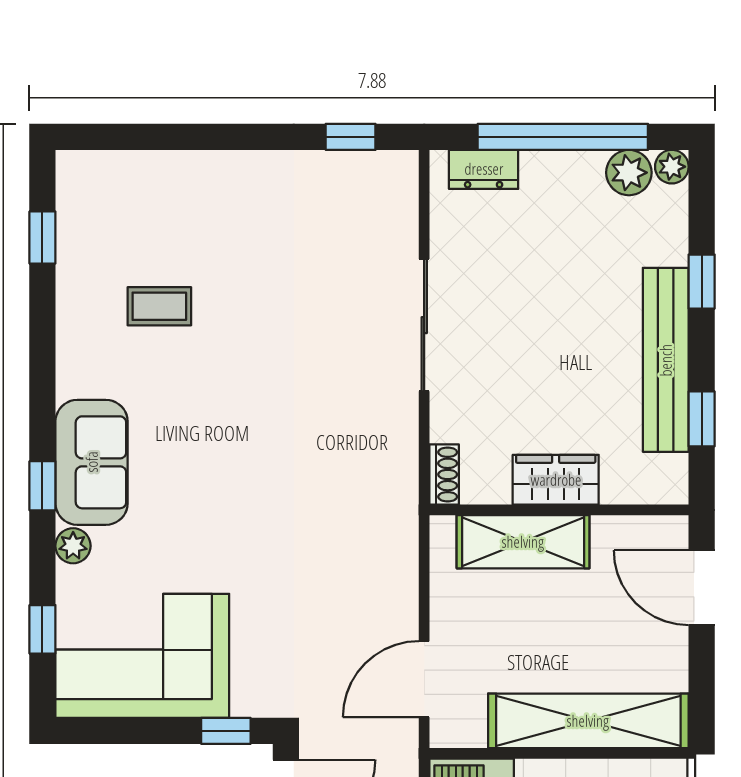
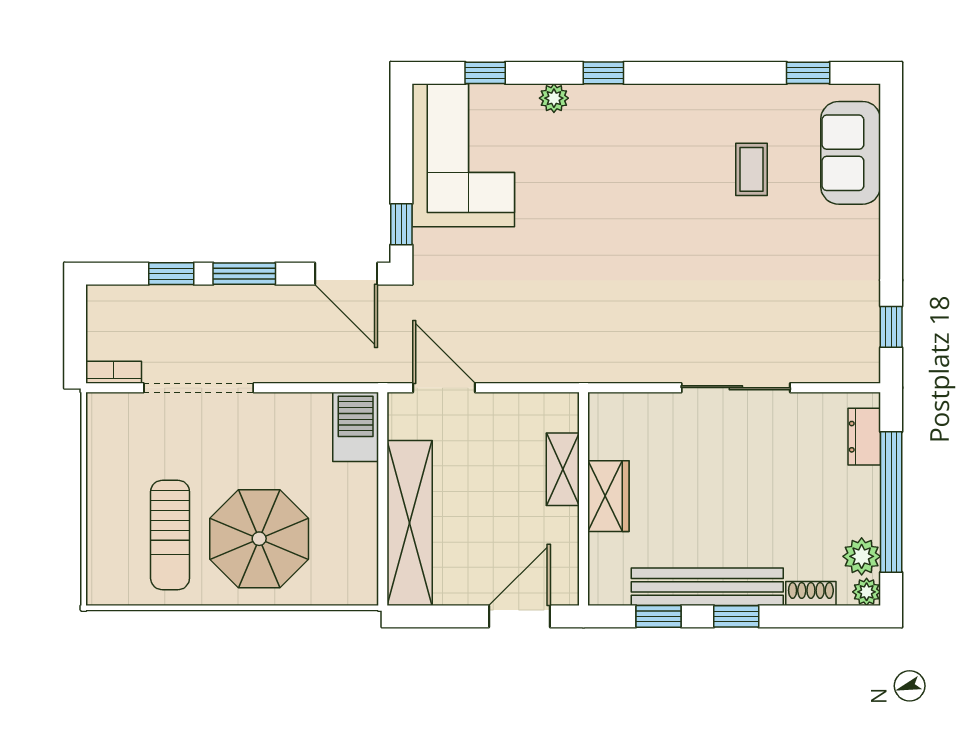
window: (702, 282) -> (736, 616), moved
sofa: (92, 462) -> (851, 153), moved, turned 90
shoe rack: (444, 474) -> (811, 594), moved, turned 180
shelving: (523, 542) -> (563, 469), width x0.67, depth x0.75

